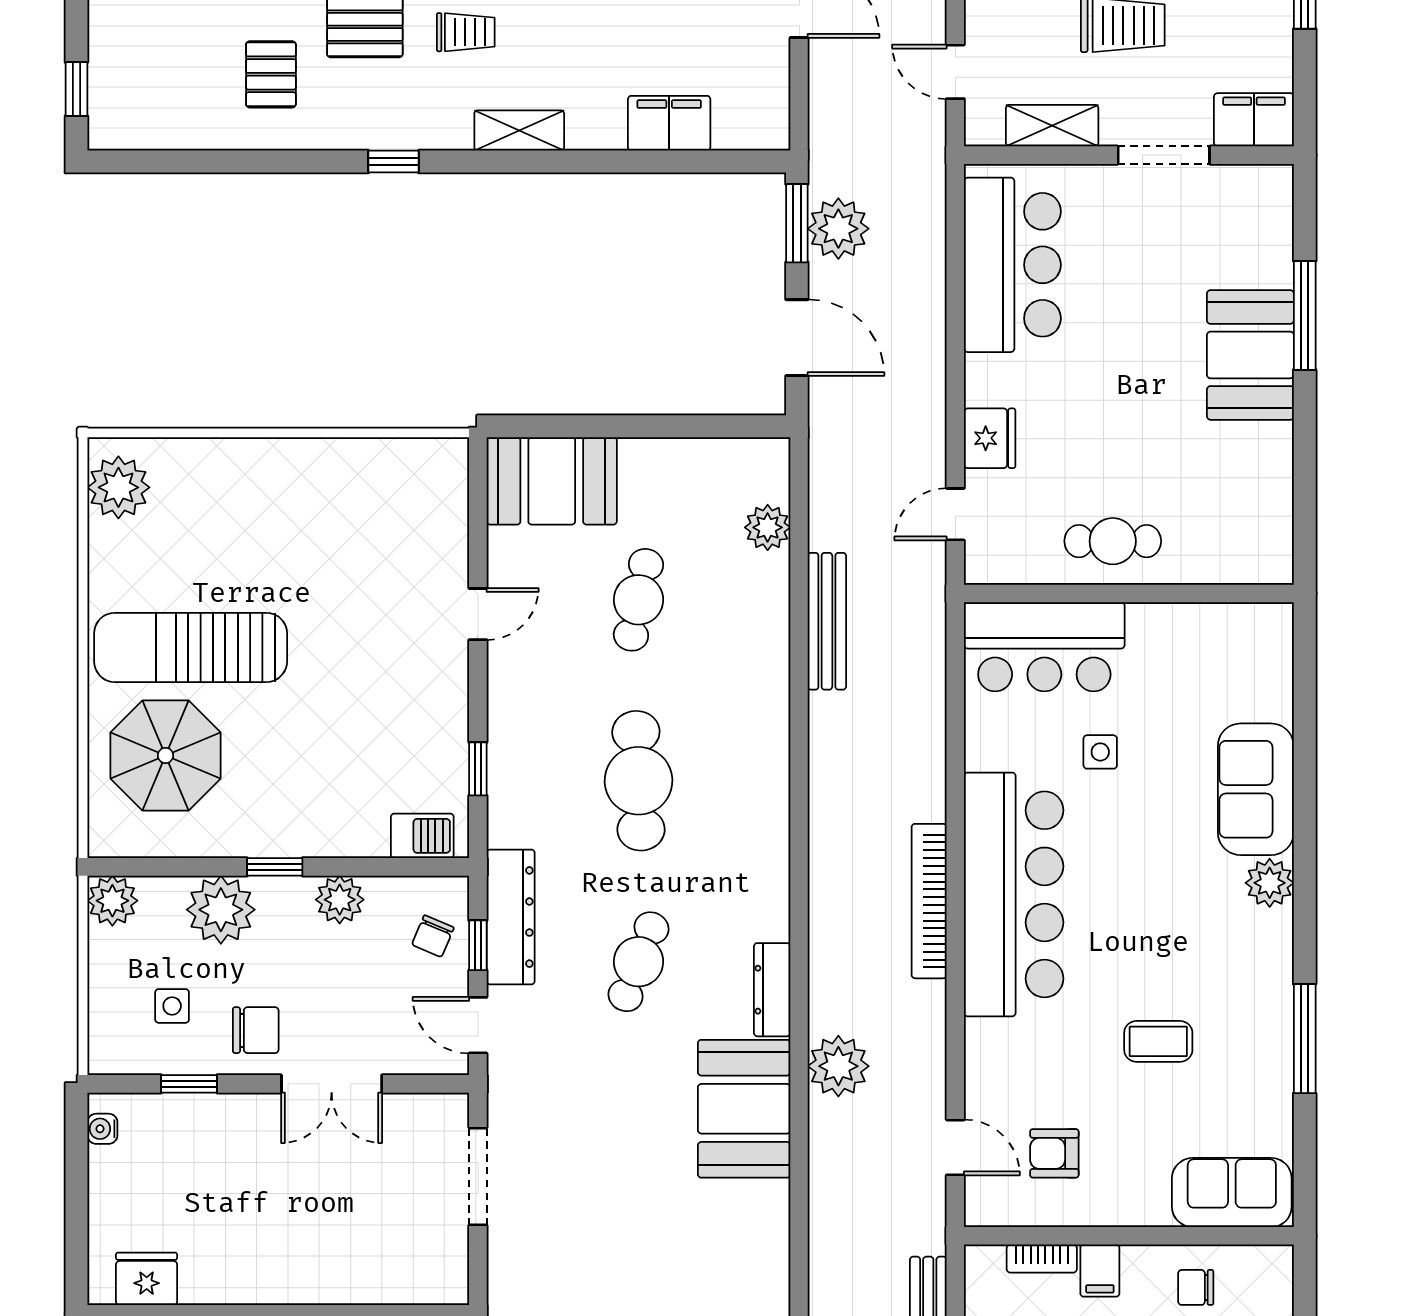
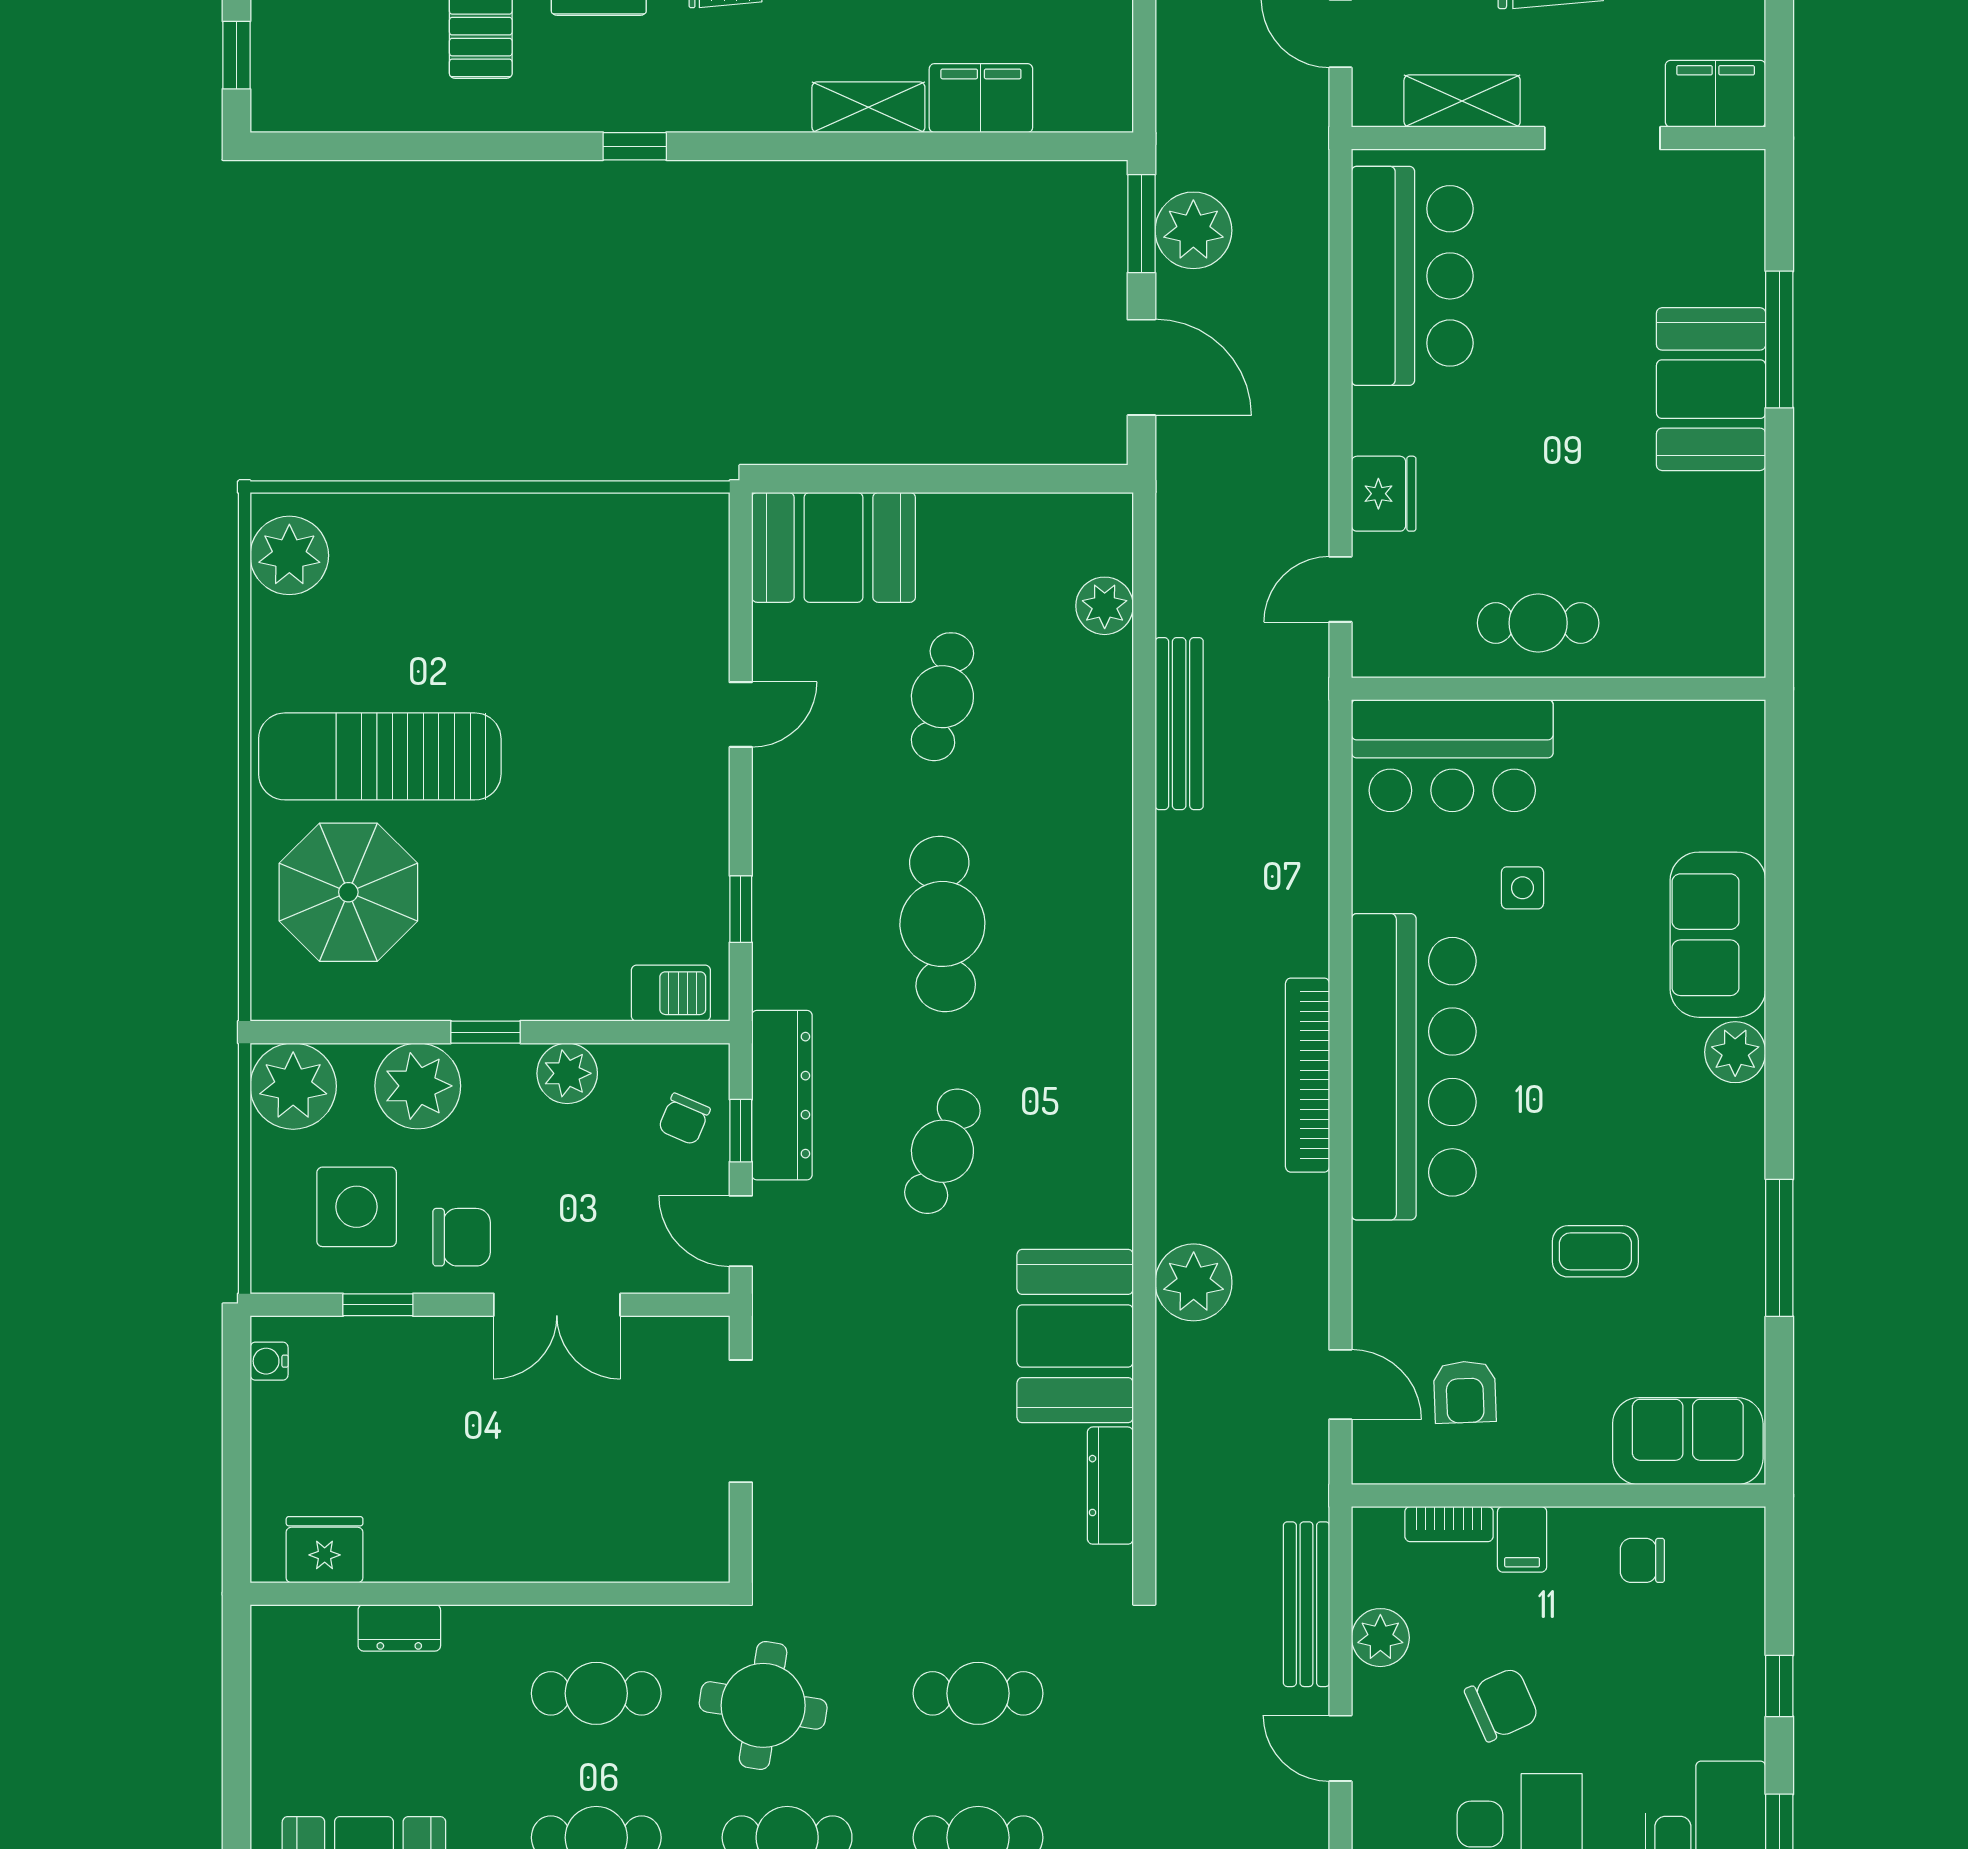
shelving: (519, 131) -> (868, 107), moved
plant: (112, 901) -> (293, 1086), width x1.36, depth x1.36
dresser: (772, 990) -> (1110, 1486), moved
side table: (172, 1006) -> (357, 1207), width x1.87, depth x1.87
armchair: (1054, 1153) -> (1465, 1392), turned -92

